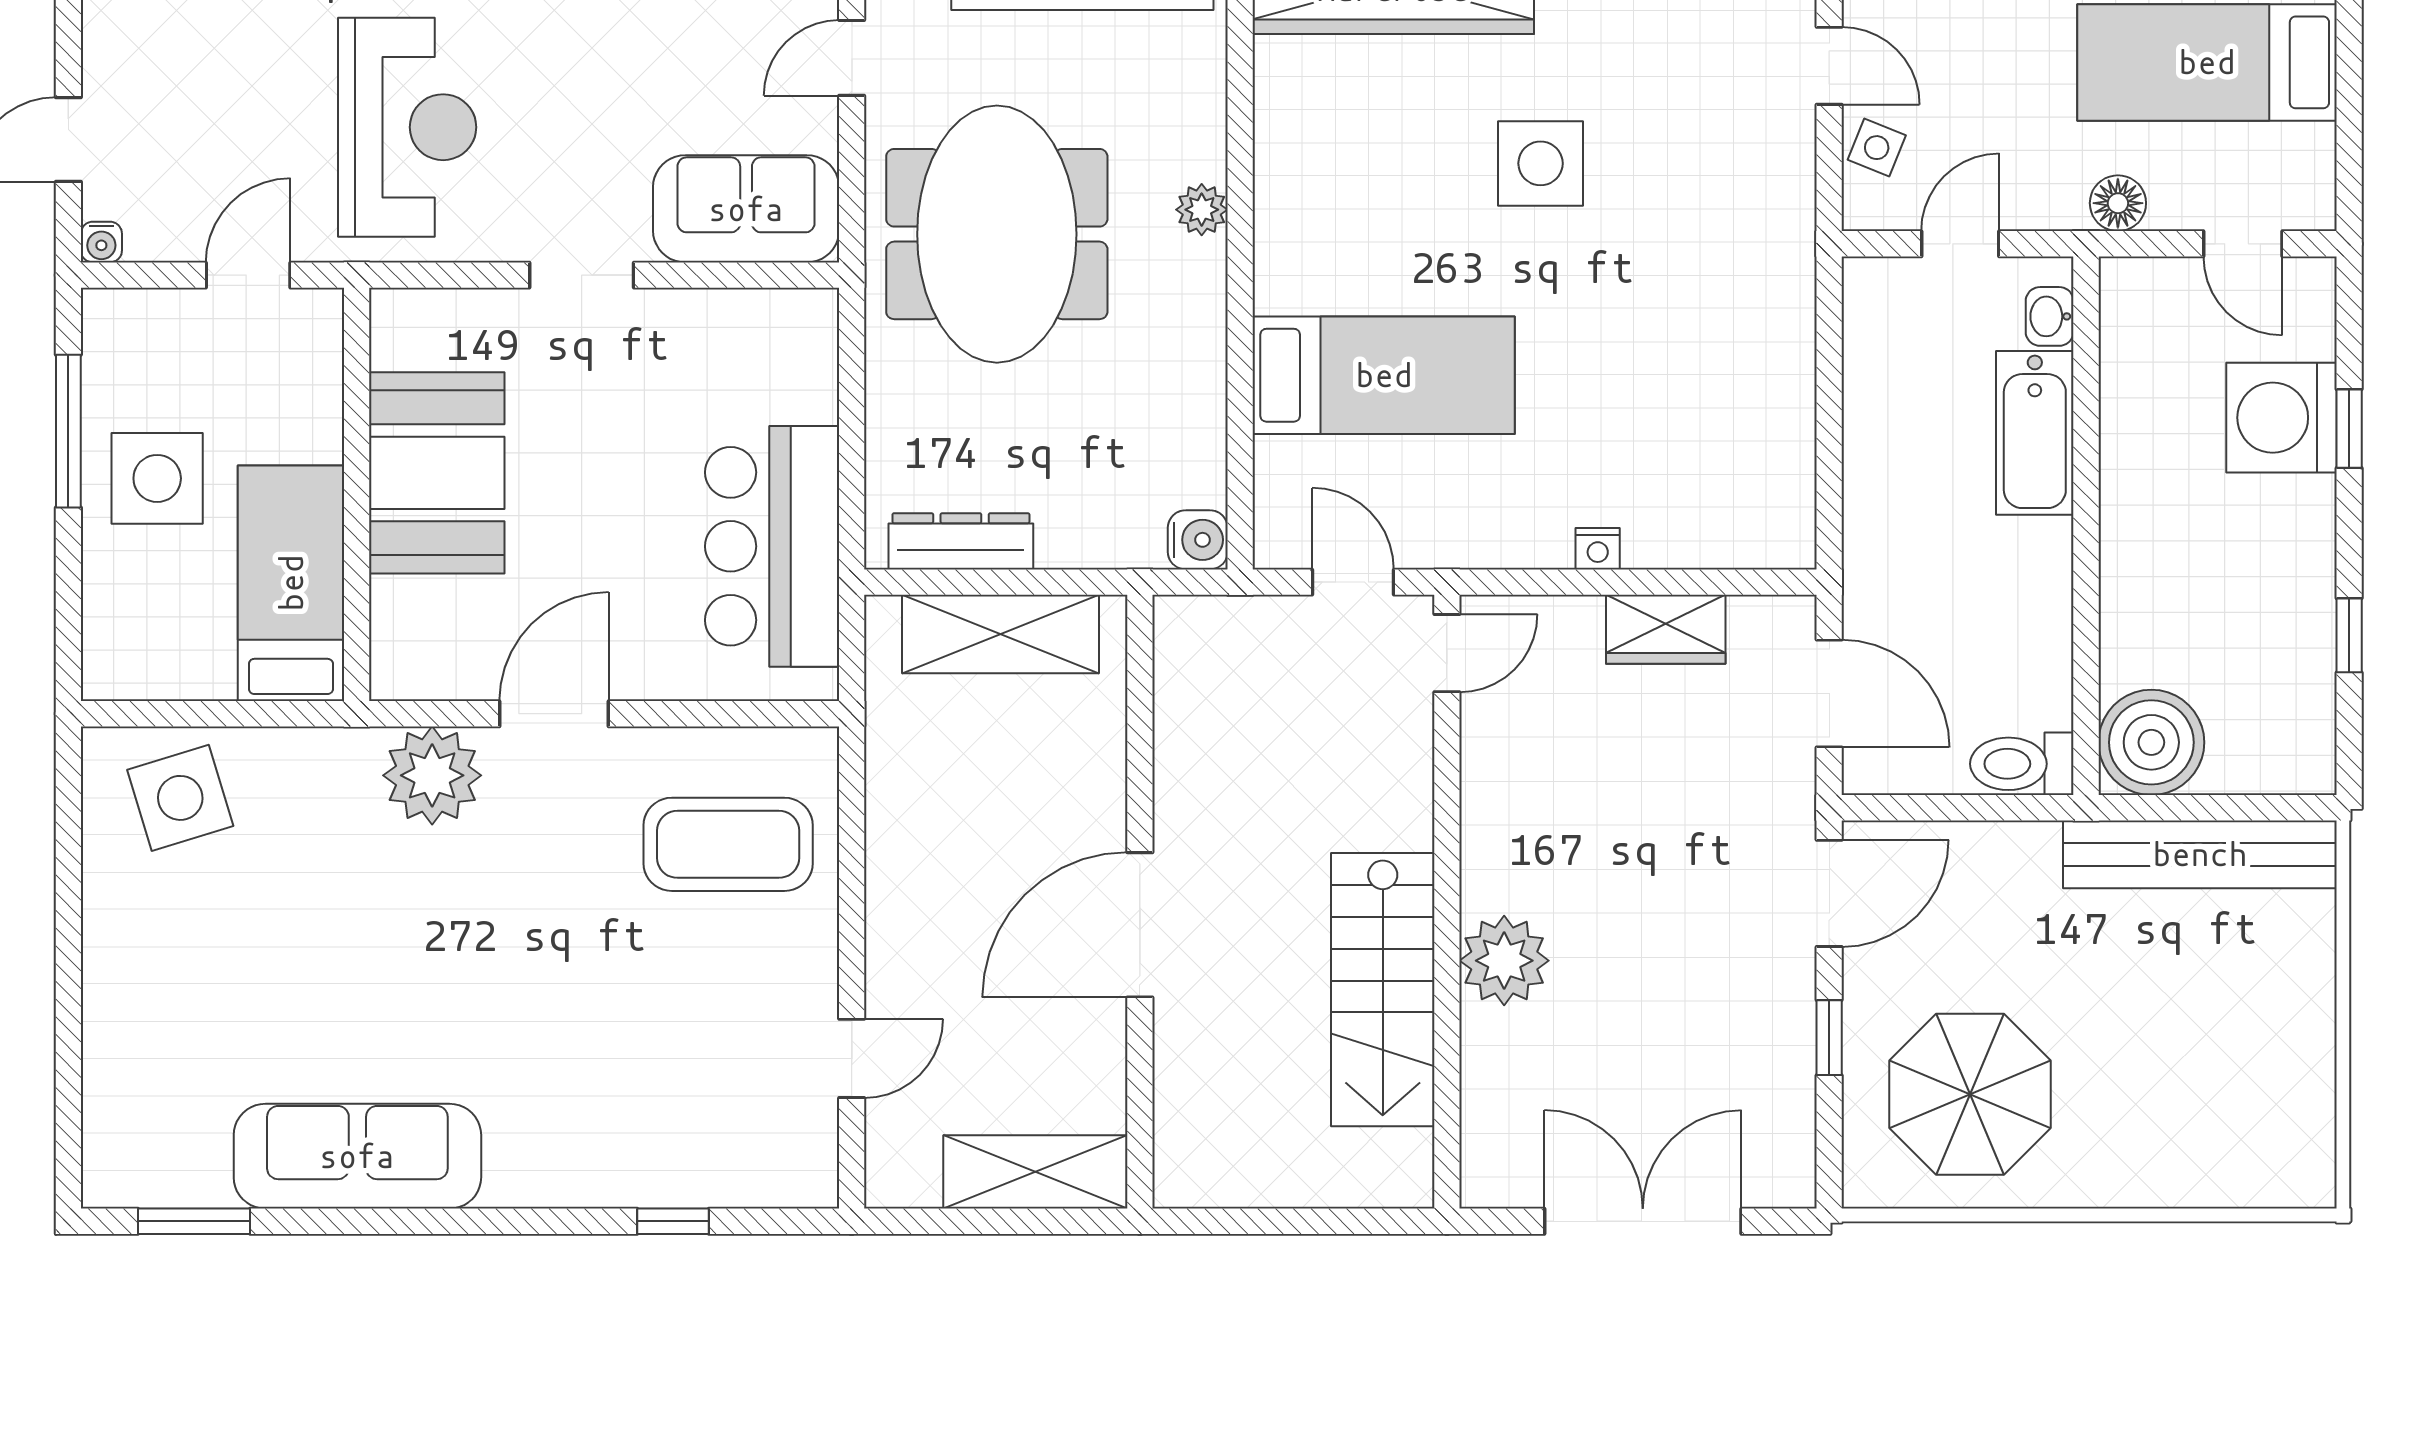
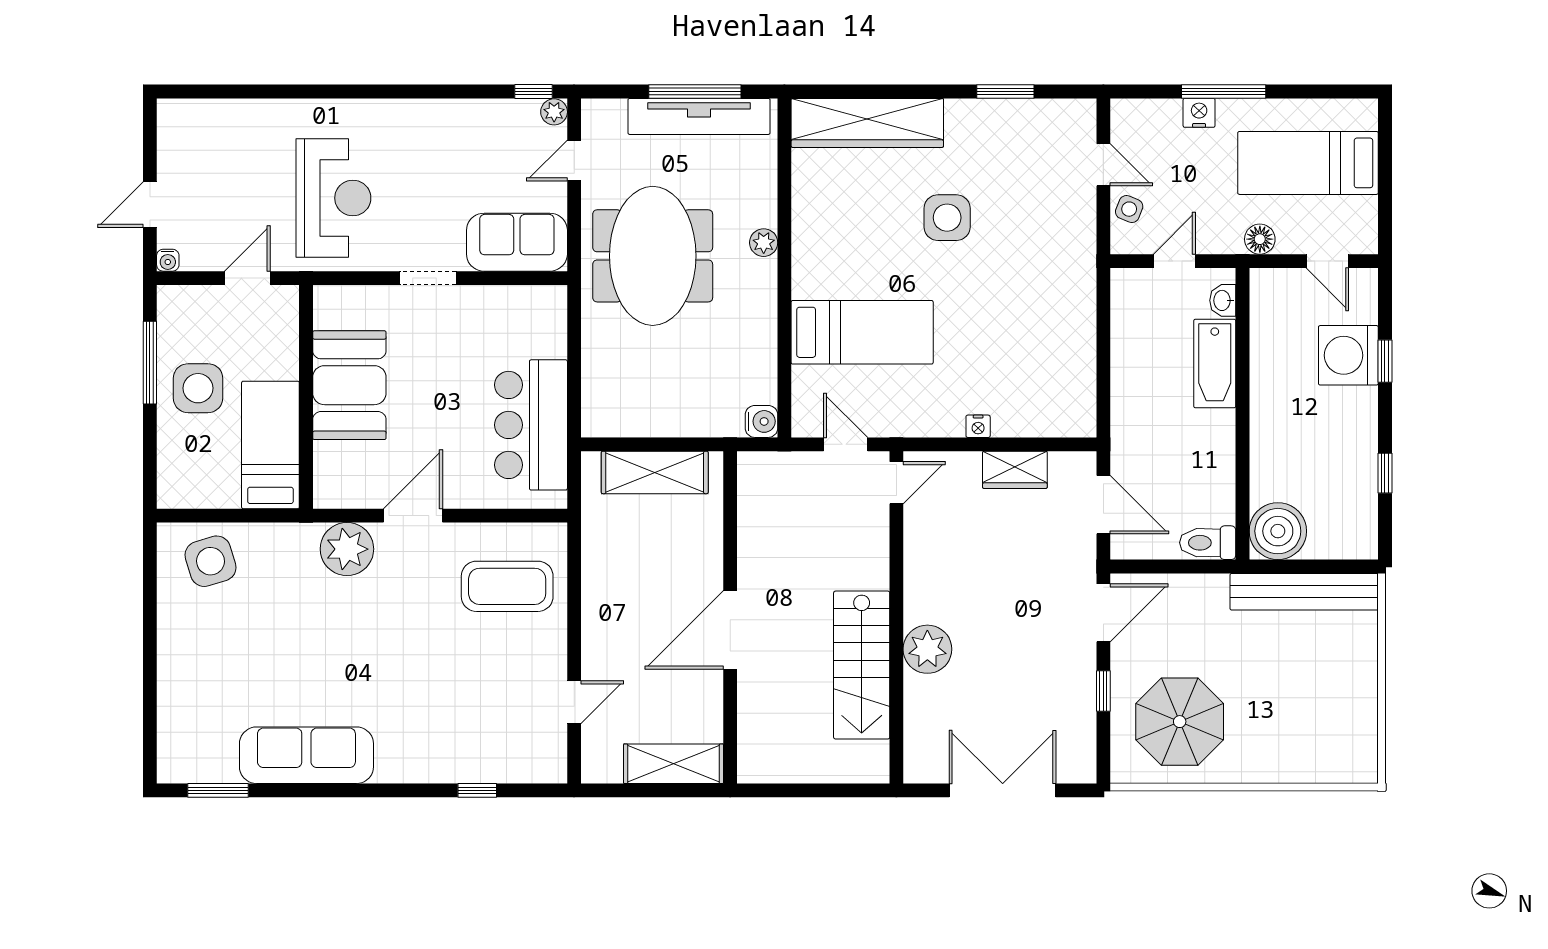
dresser: (961, 541) -> (633, 422), removed

